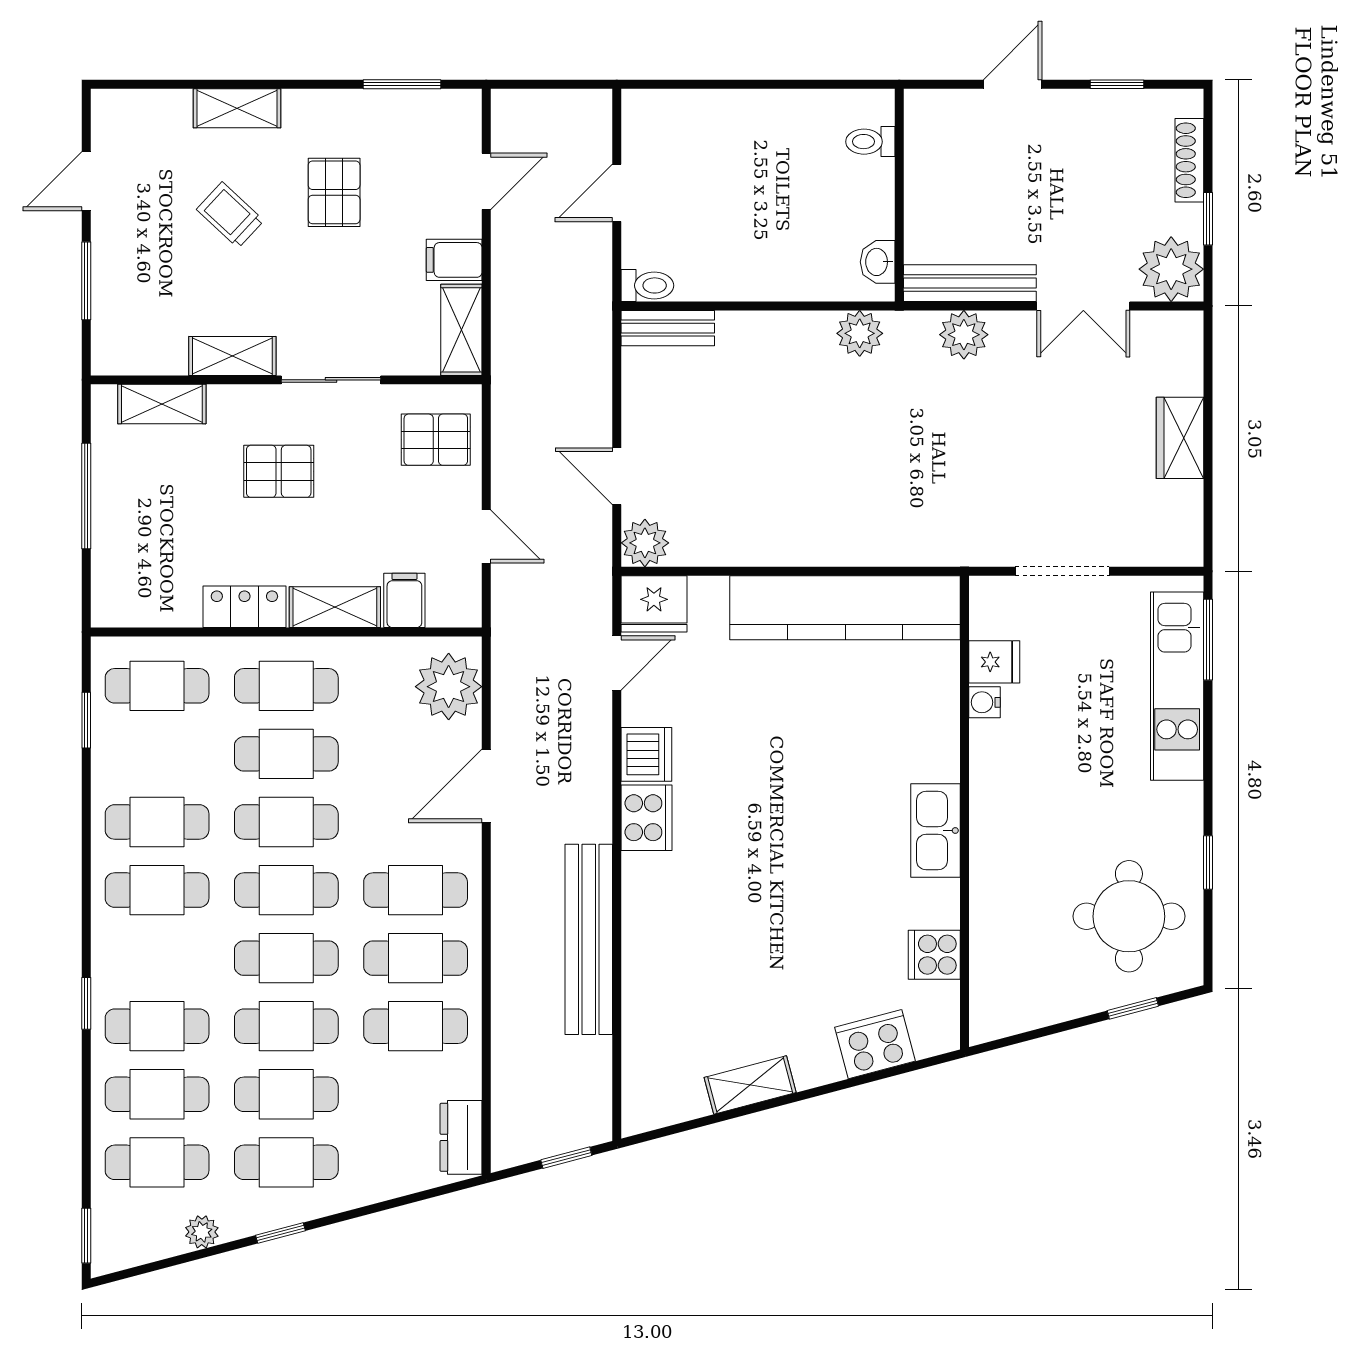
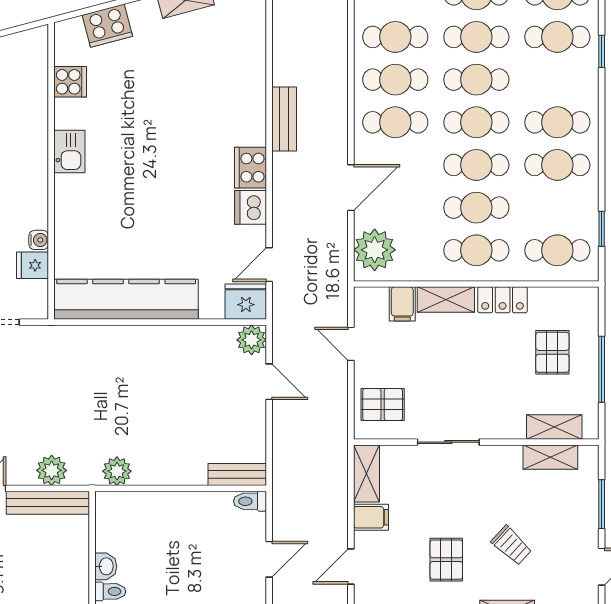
washbasin: (878, 262) -> (106, 566), moved
shelving: (232, 356) -> (550, 457), moved
pallet: (279, 471) -> (552, 352), moved, turned 90
kitchen sink: (936, 831) -> (69, 152), width x0.73
bench: (589, 939) -> (284, 119), width x0.54, depth x0.82

